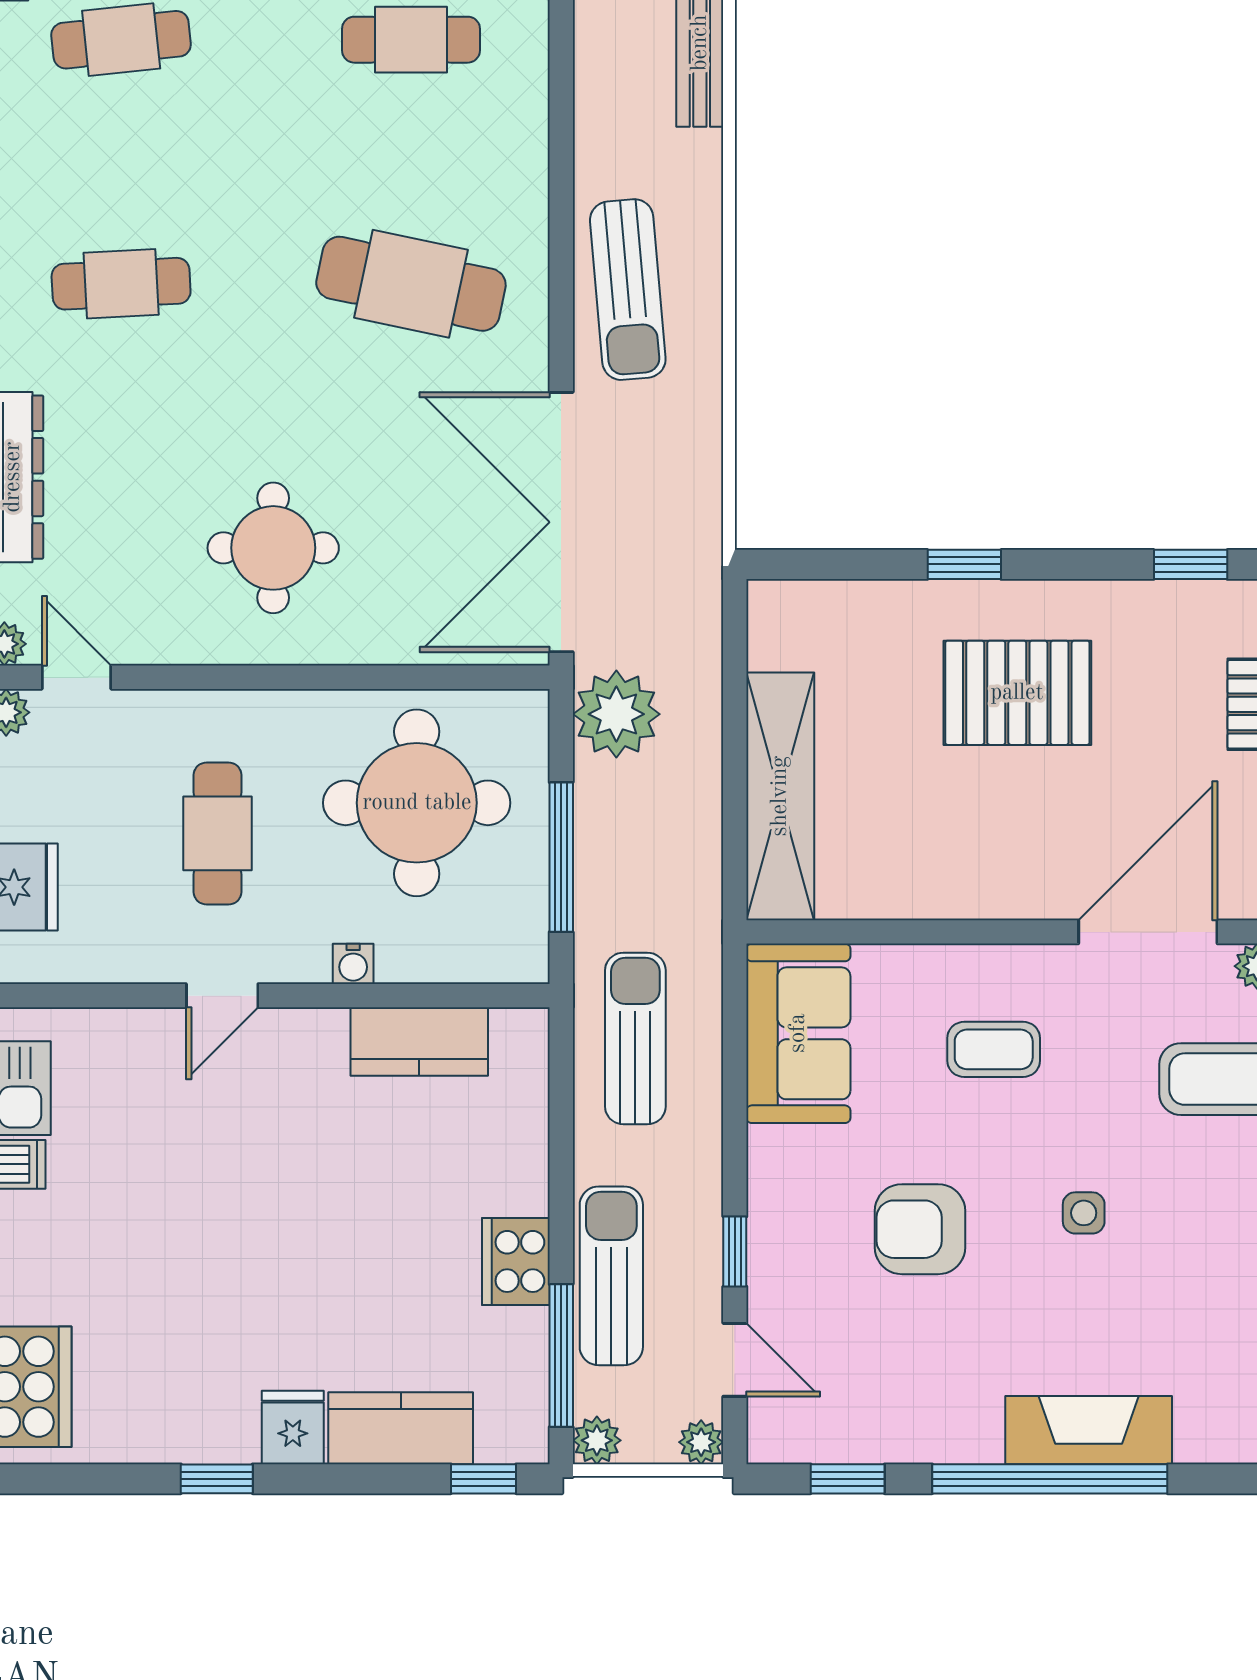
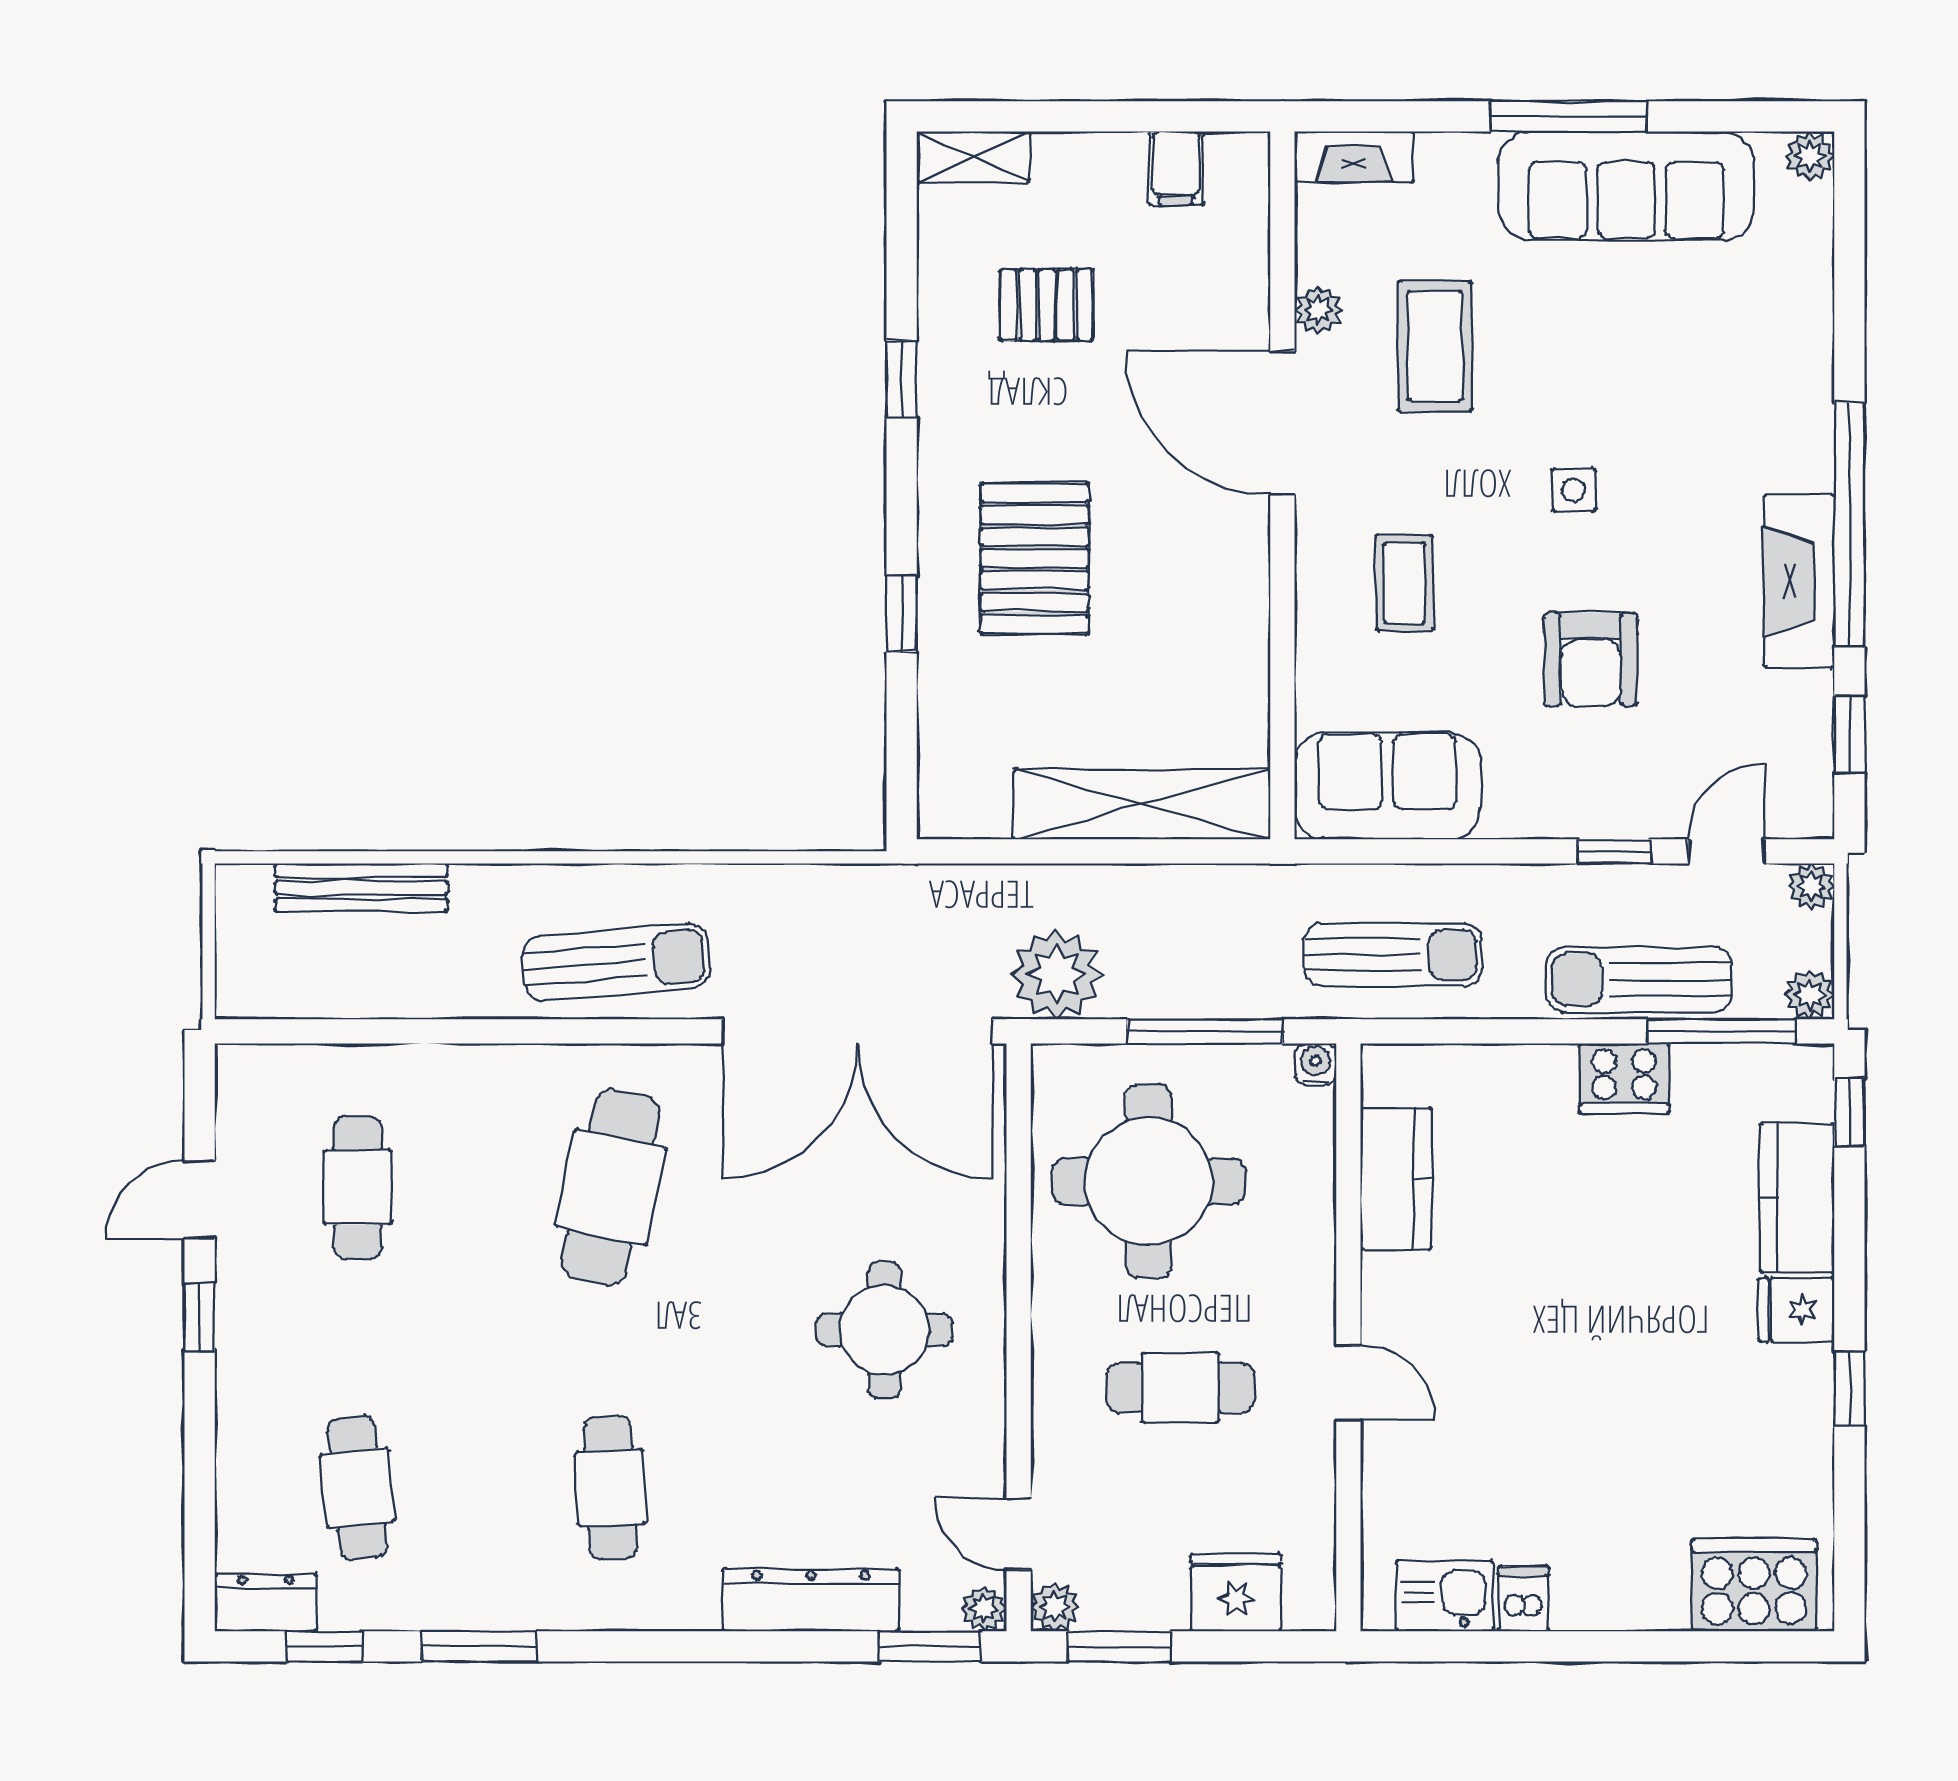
door: (77, 677) -> (1019, 1534), hinge flipped
water cooler: (353, 964) -> (1316, 1064), moved, turned -90
sun lounger: (635, 1038) -> (1393, 955), turned 180
fireplace: (1089, 1430) -> (1799, 581), moved

